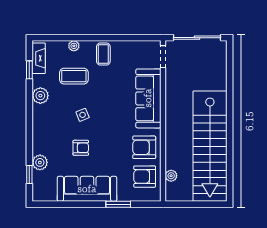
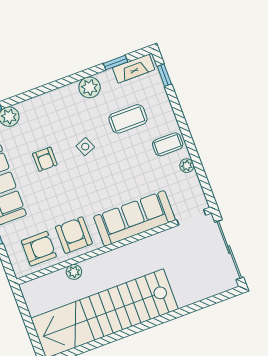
window: (52, 38) -> (164, 75), added
plant: (74, 46) -> (187, 166), moved
coffee table: (74, 76) -> (128, 119), turned 90
plant: (171, 176) -> (74, 272), moved
armchair: (145, 177) -> (39, 249), turned 90

